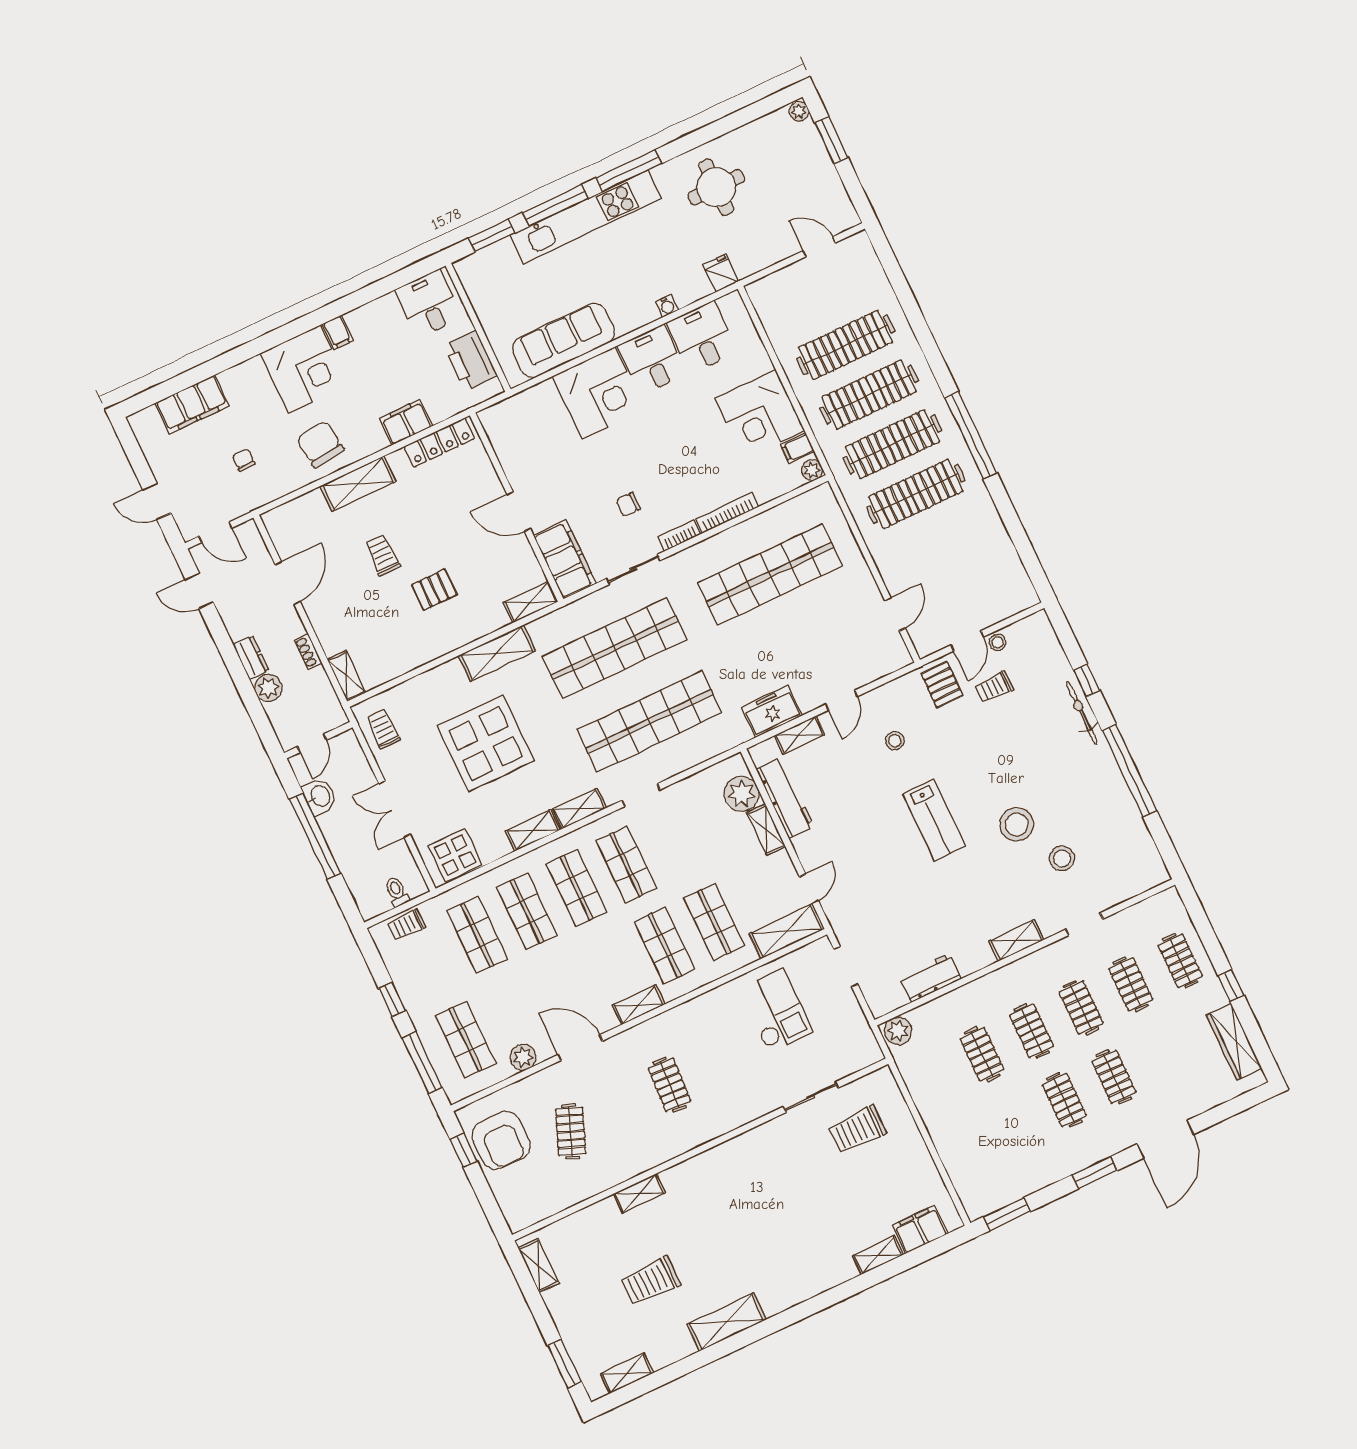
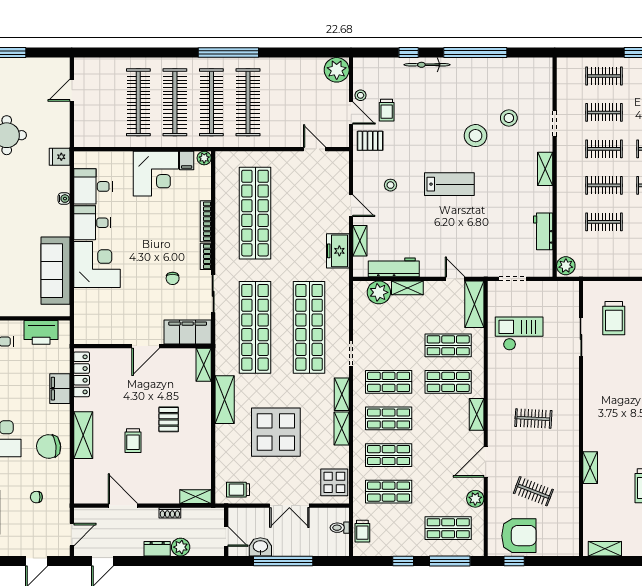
trolley: (382, 555) -> (133, 441), turned -90
plant: (1017, 594) -> (337, 70), added

